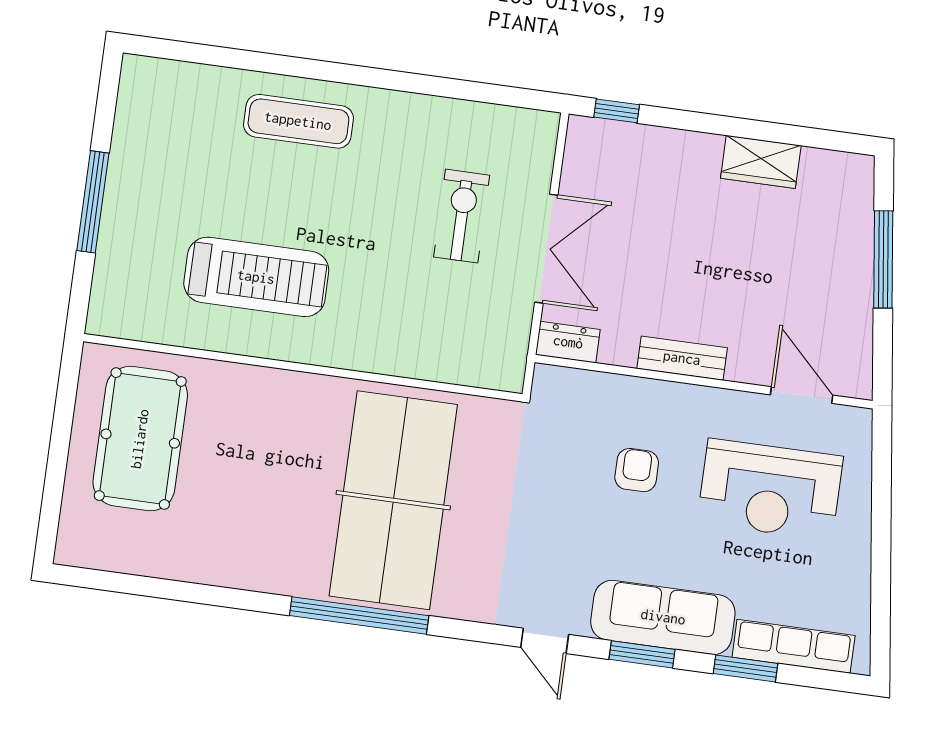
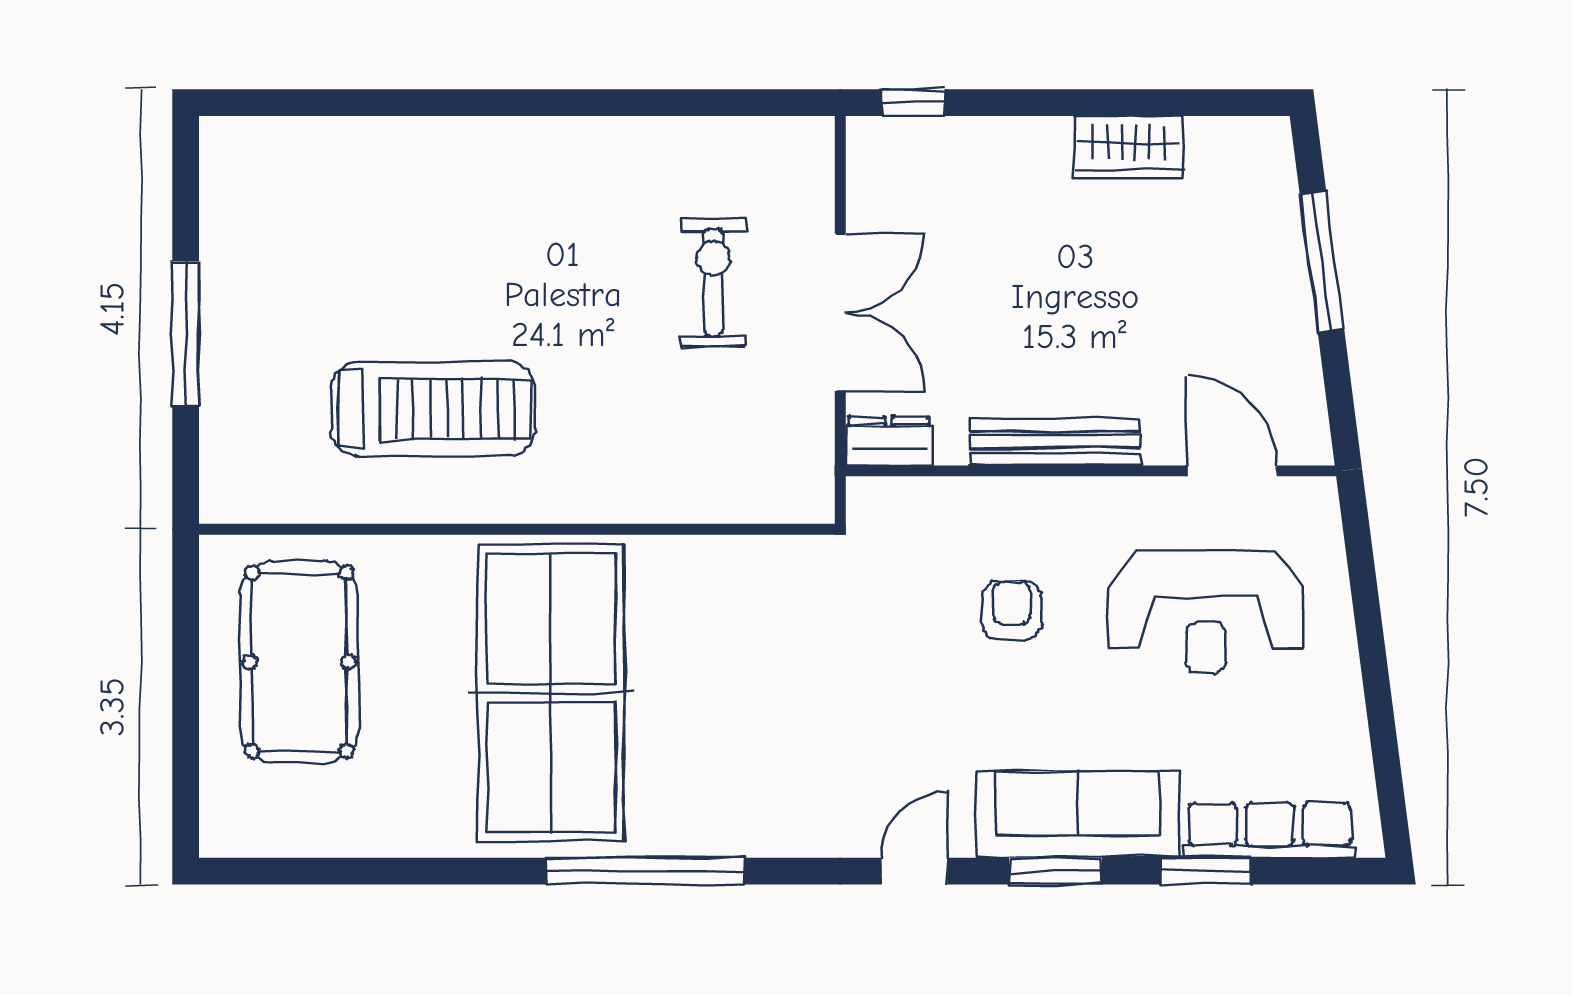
exercise mat: (298, 121) -> (463, 180), removed
bench: (682, 358) -> (1055, 442), width x1.36
table tennis table: (393, 500) -> (551, 693), moved
door: (545, 641) -> (914, 871), swing flipped

